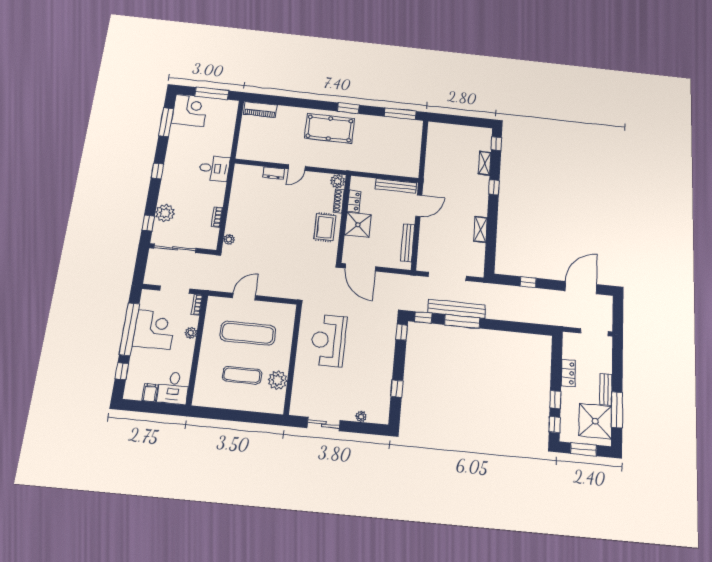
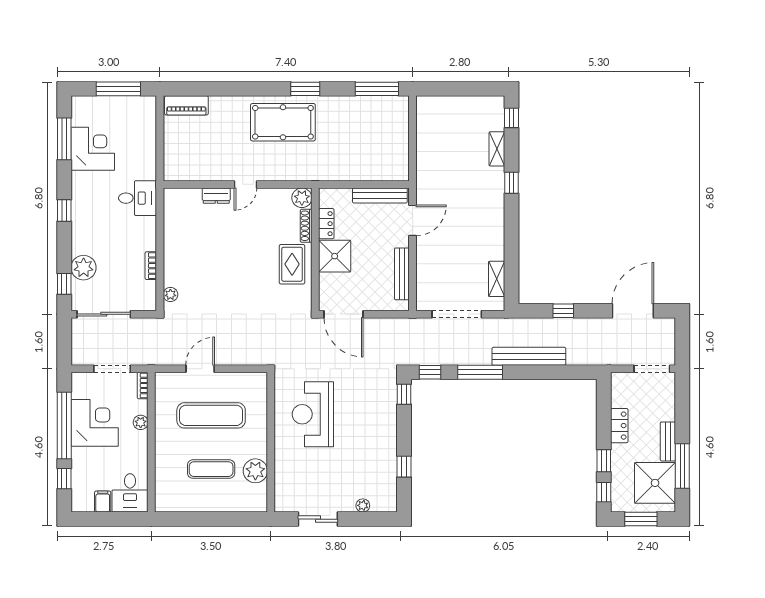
corner desk: (190, 110) -> (93, 149), moved
shelving: (480, 229) -> (497, 279), moved
bench: (457, 309) -> (529, 356), moved

